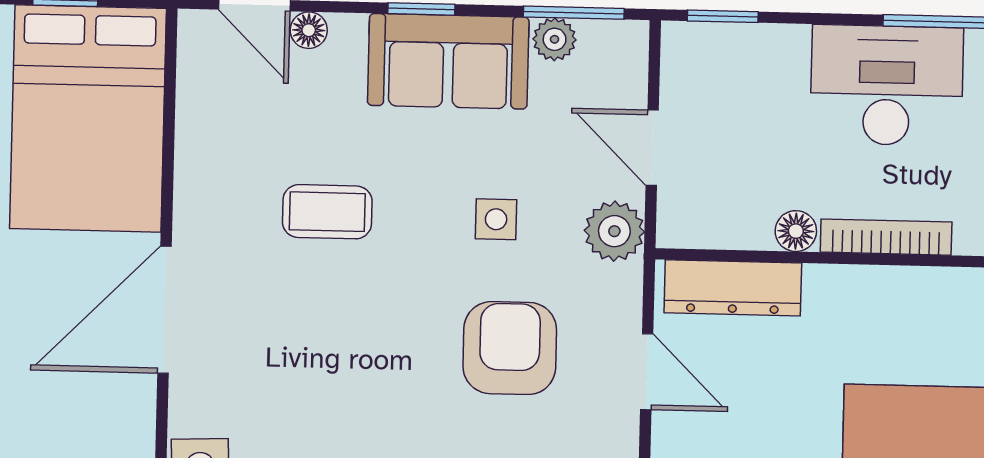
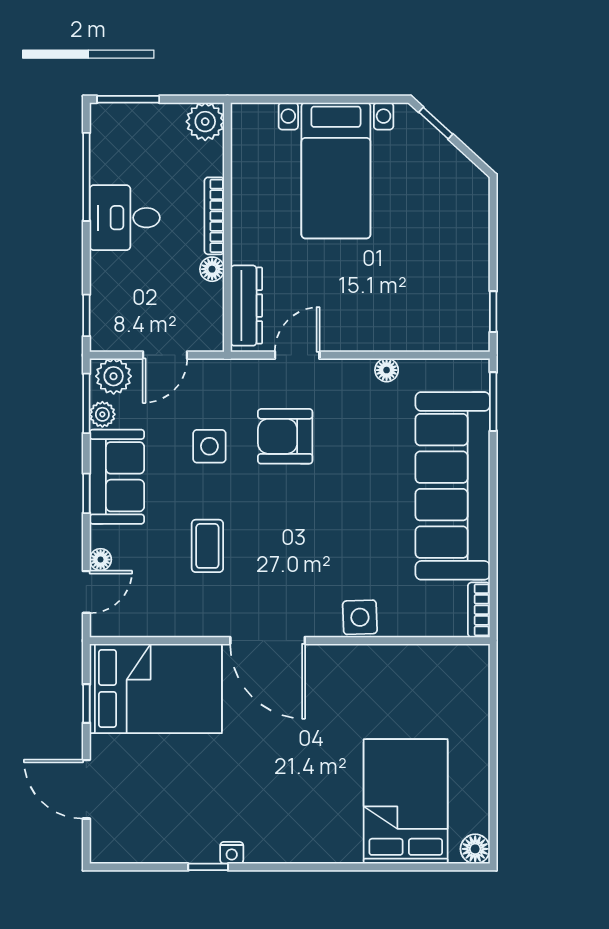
desk: (887, 85) -> (125, 218), width x0.73
side table: (496, 219) -> (209, 446), width x1.37, depth x1.37
plant: (614, 231) -> (114, 376), moved

